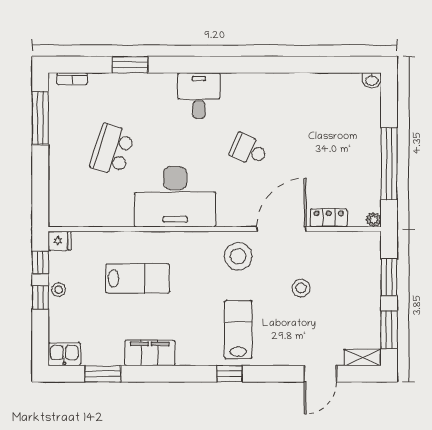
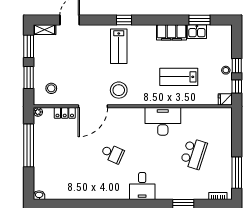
desk: (175, 197) -> (163, 121), width x0.73, depth x0.77
stool: (301, 288) -> (51, 88), moved
kitchen sink: (64, 354) -> (197, 32), moved

